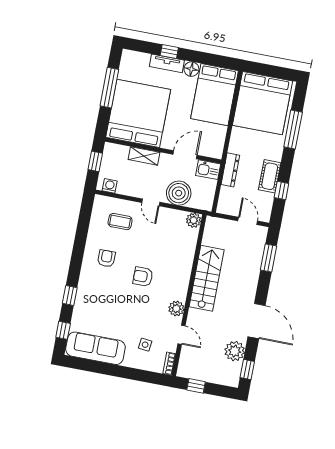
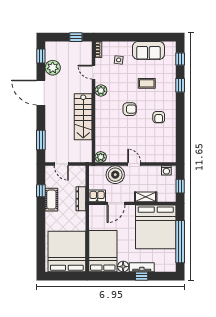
window: (109, 88) -> (180, 242), width x1.46
window: (293, 129) -> (41, 237), removed
coffee table: (120, 222) -> (147, 83), moved
sofa: (95, 348) -> (148, 50), width x0.73

